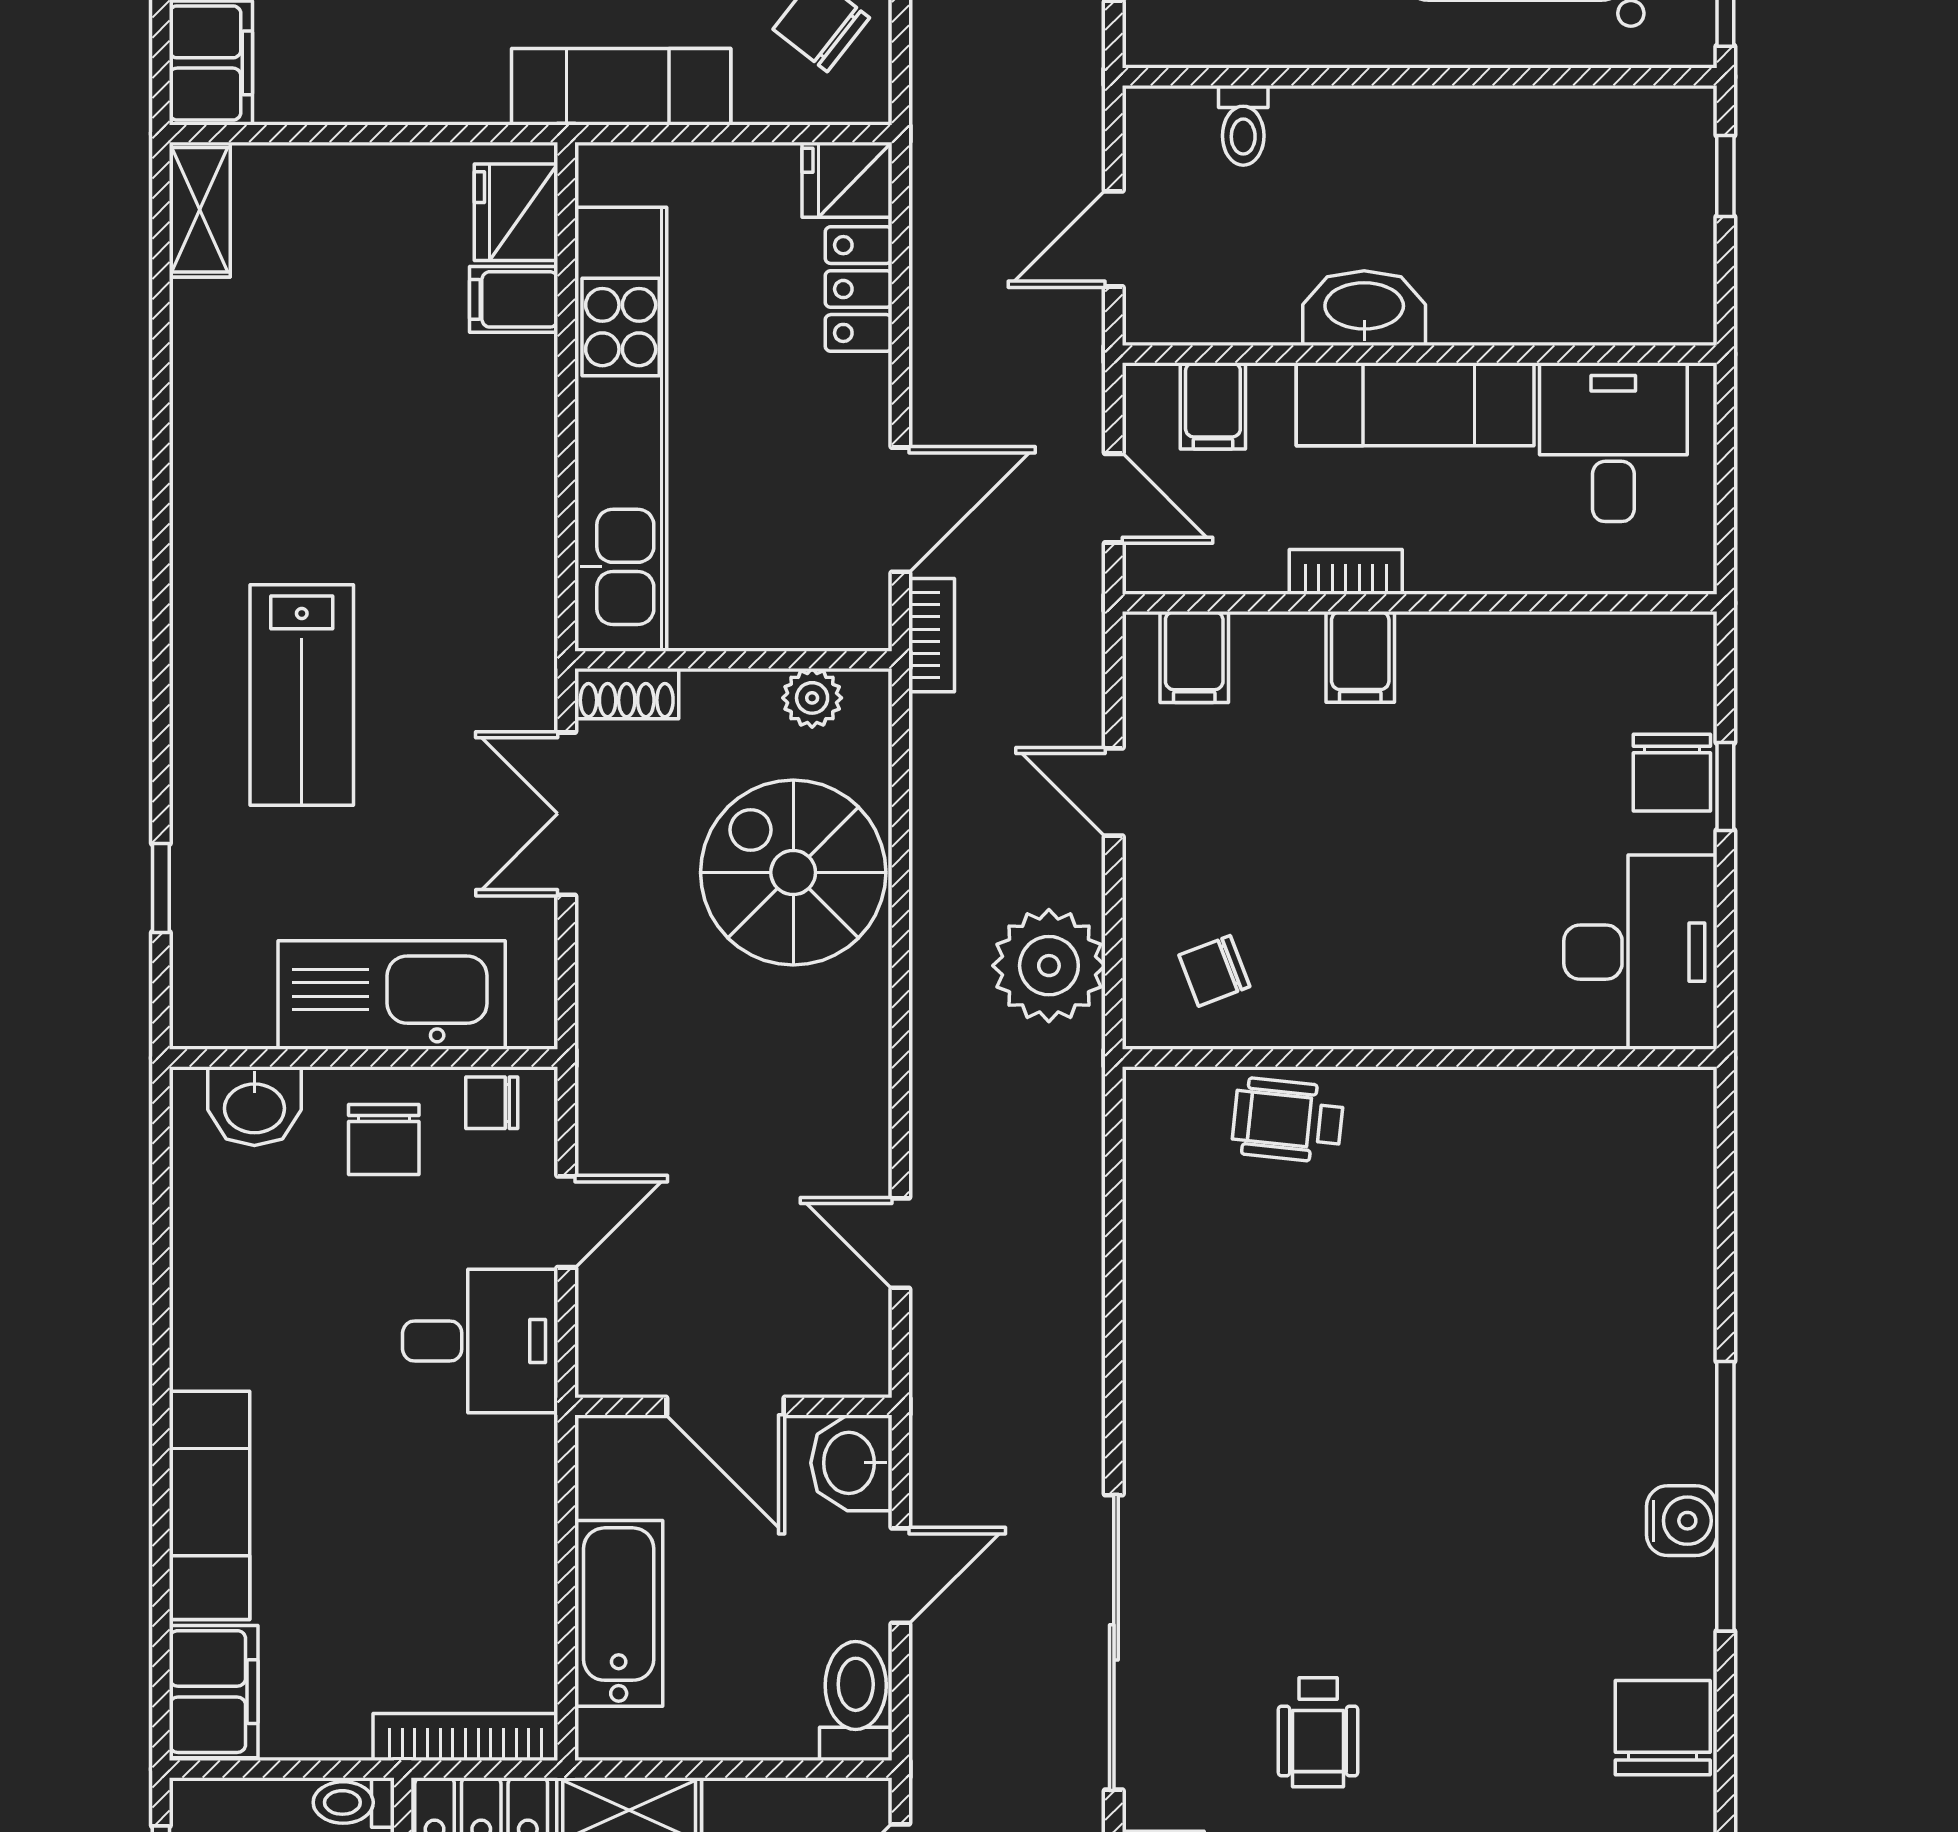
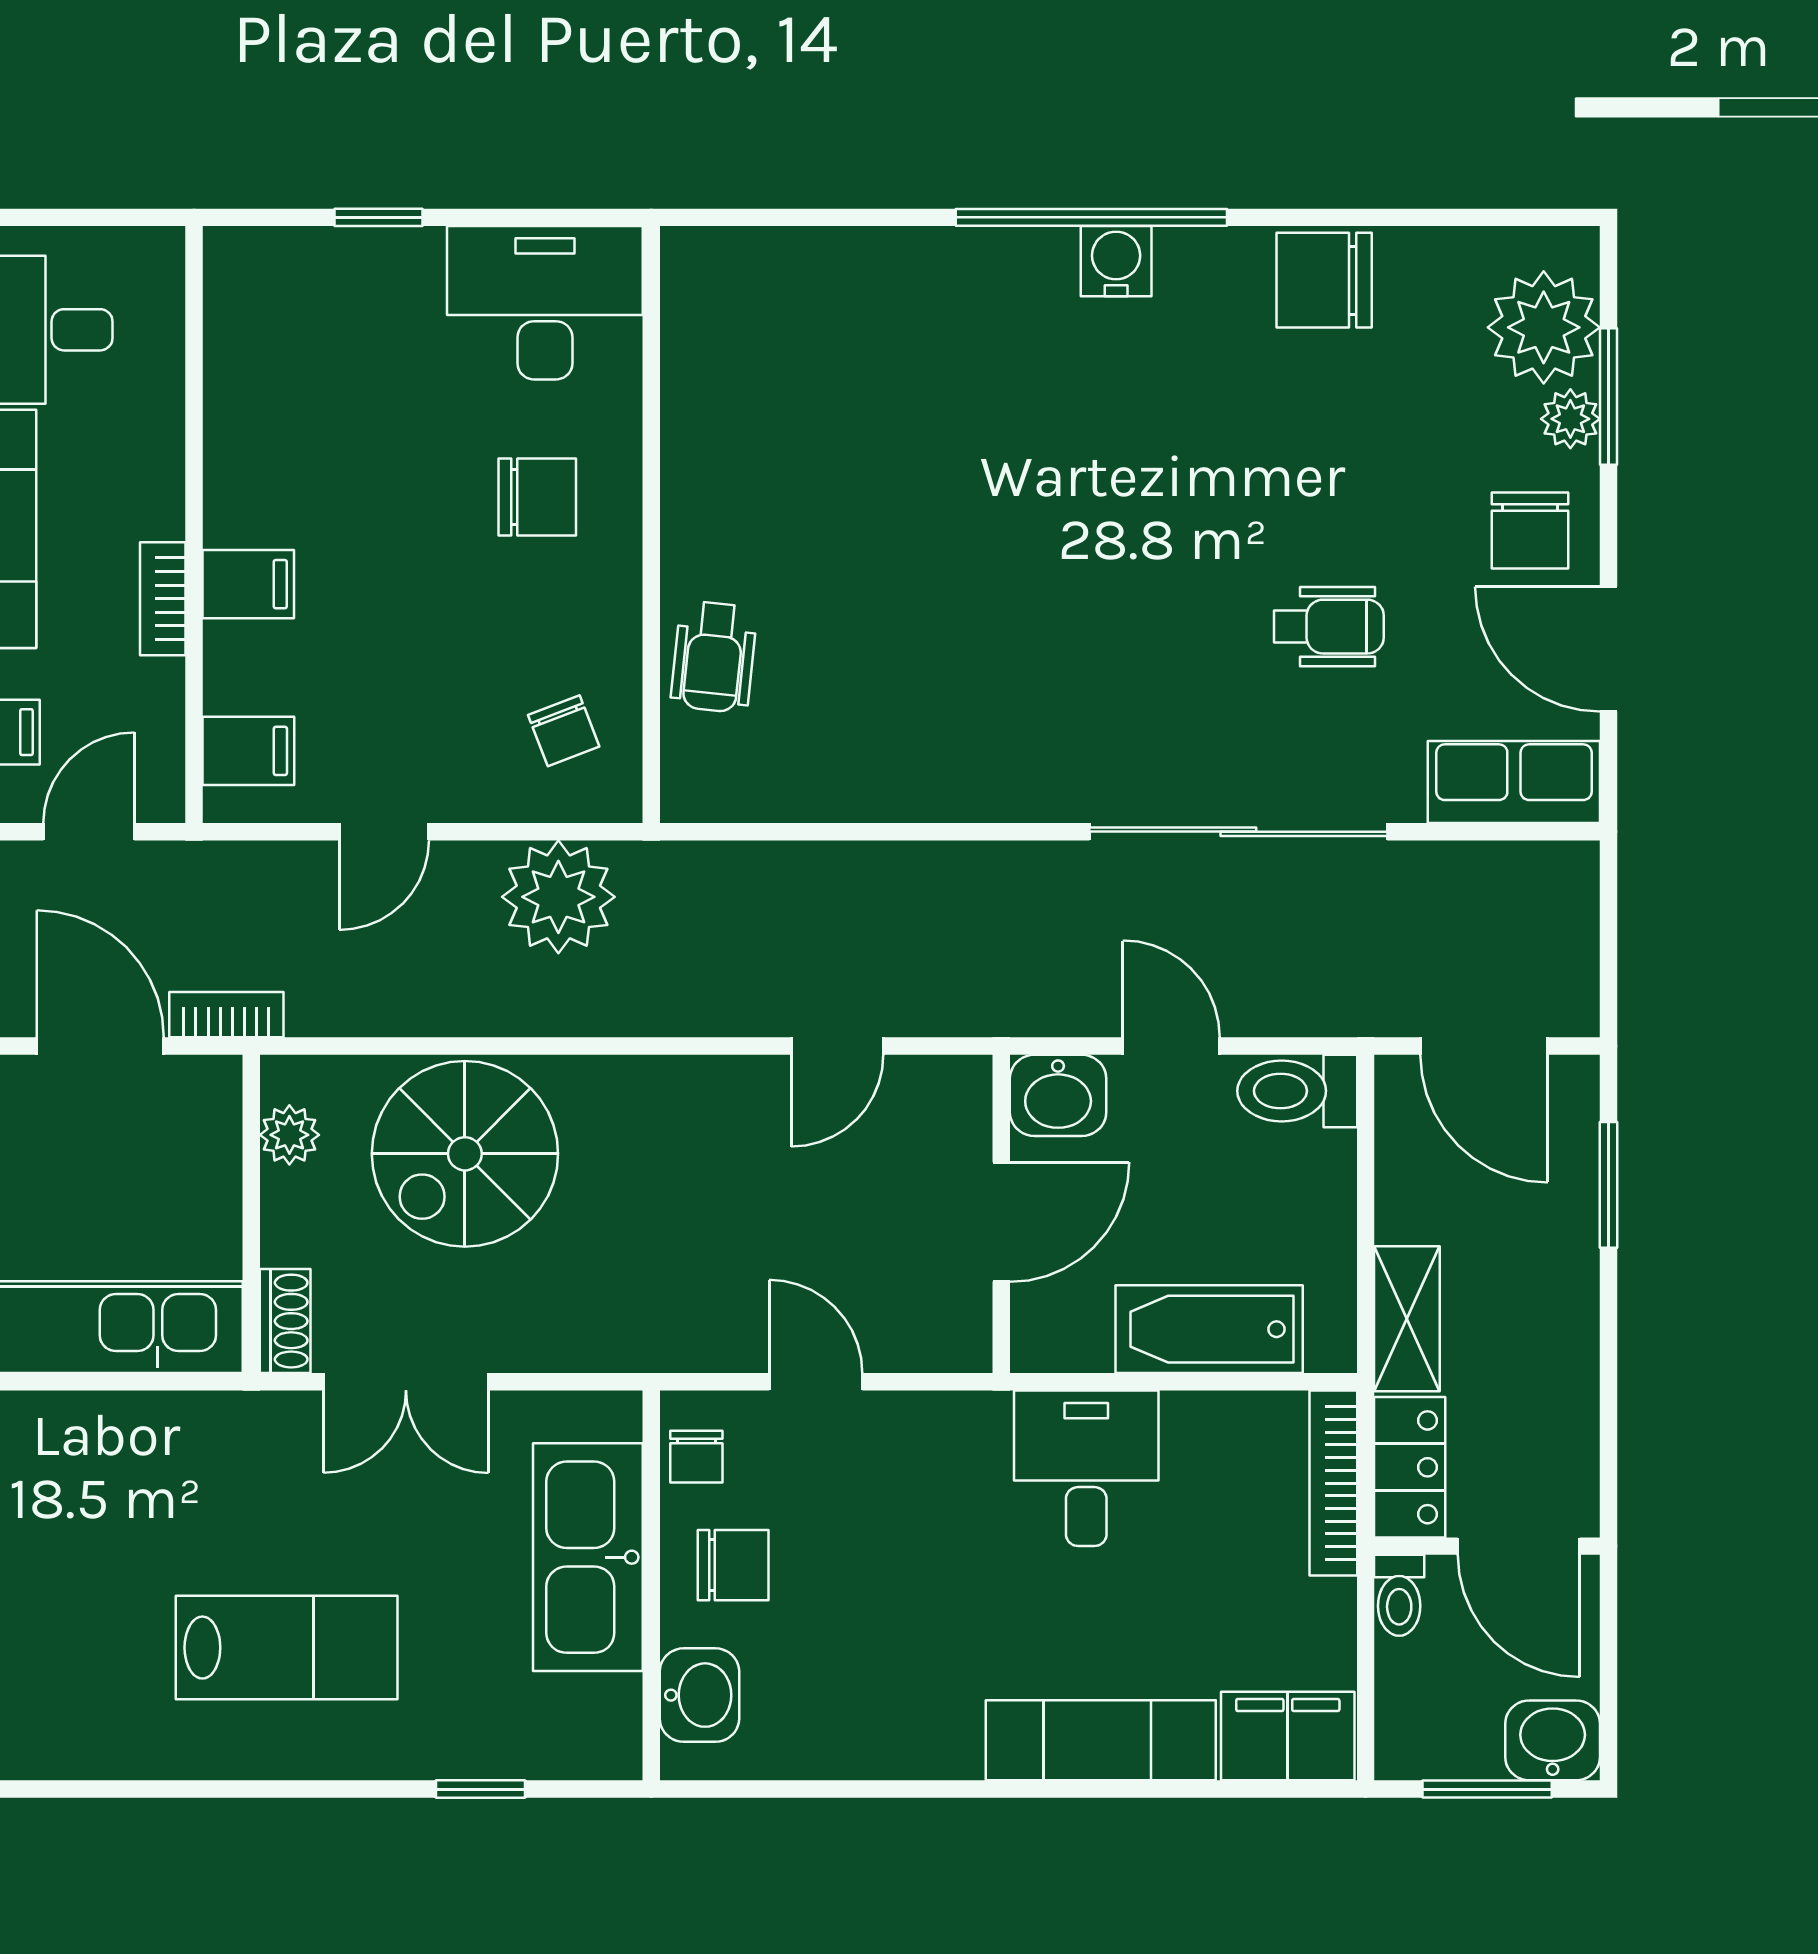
chair: (1672, 773) -> (537, 497), moved
desk: (480, 1341) -> (1086, 1468), moved

